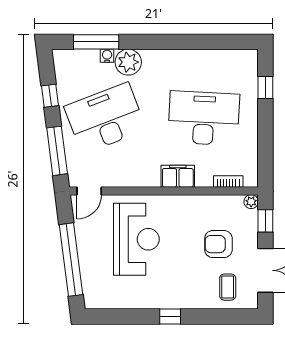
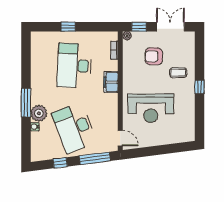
window: (96, 42) -> (26, 103), moved
window: (265, 87) -> (68, 27), moved
reception desk: (136, 239) -> (151, 108), turned 180
armchair: (218, 244) -> (154, 56), turned 90
window: (71, 260) -> (164, 149), removed
coffee table: (228, 287) -> (178, 73), moved

